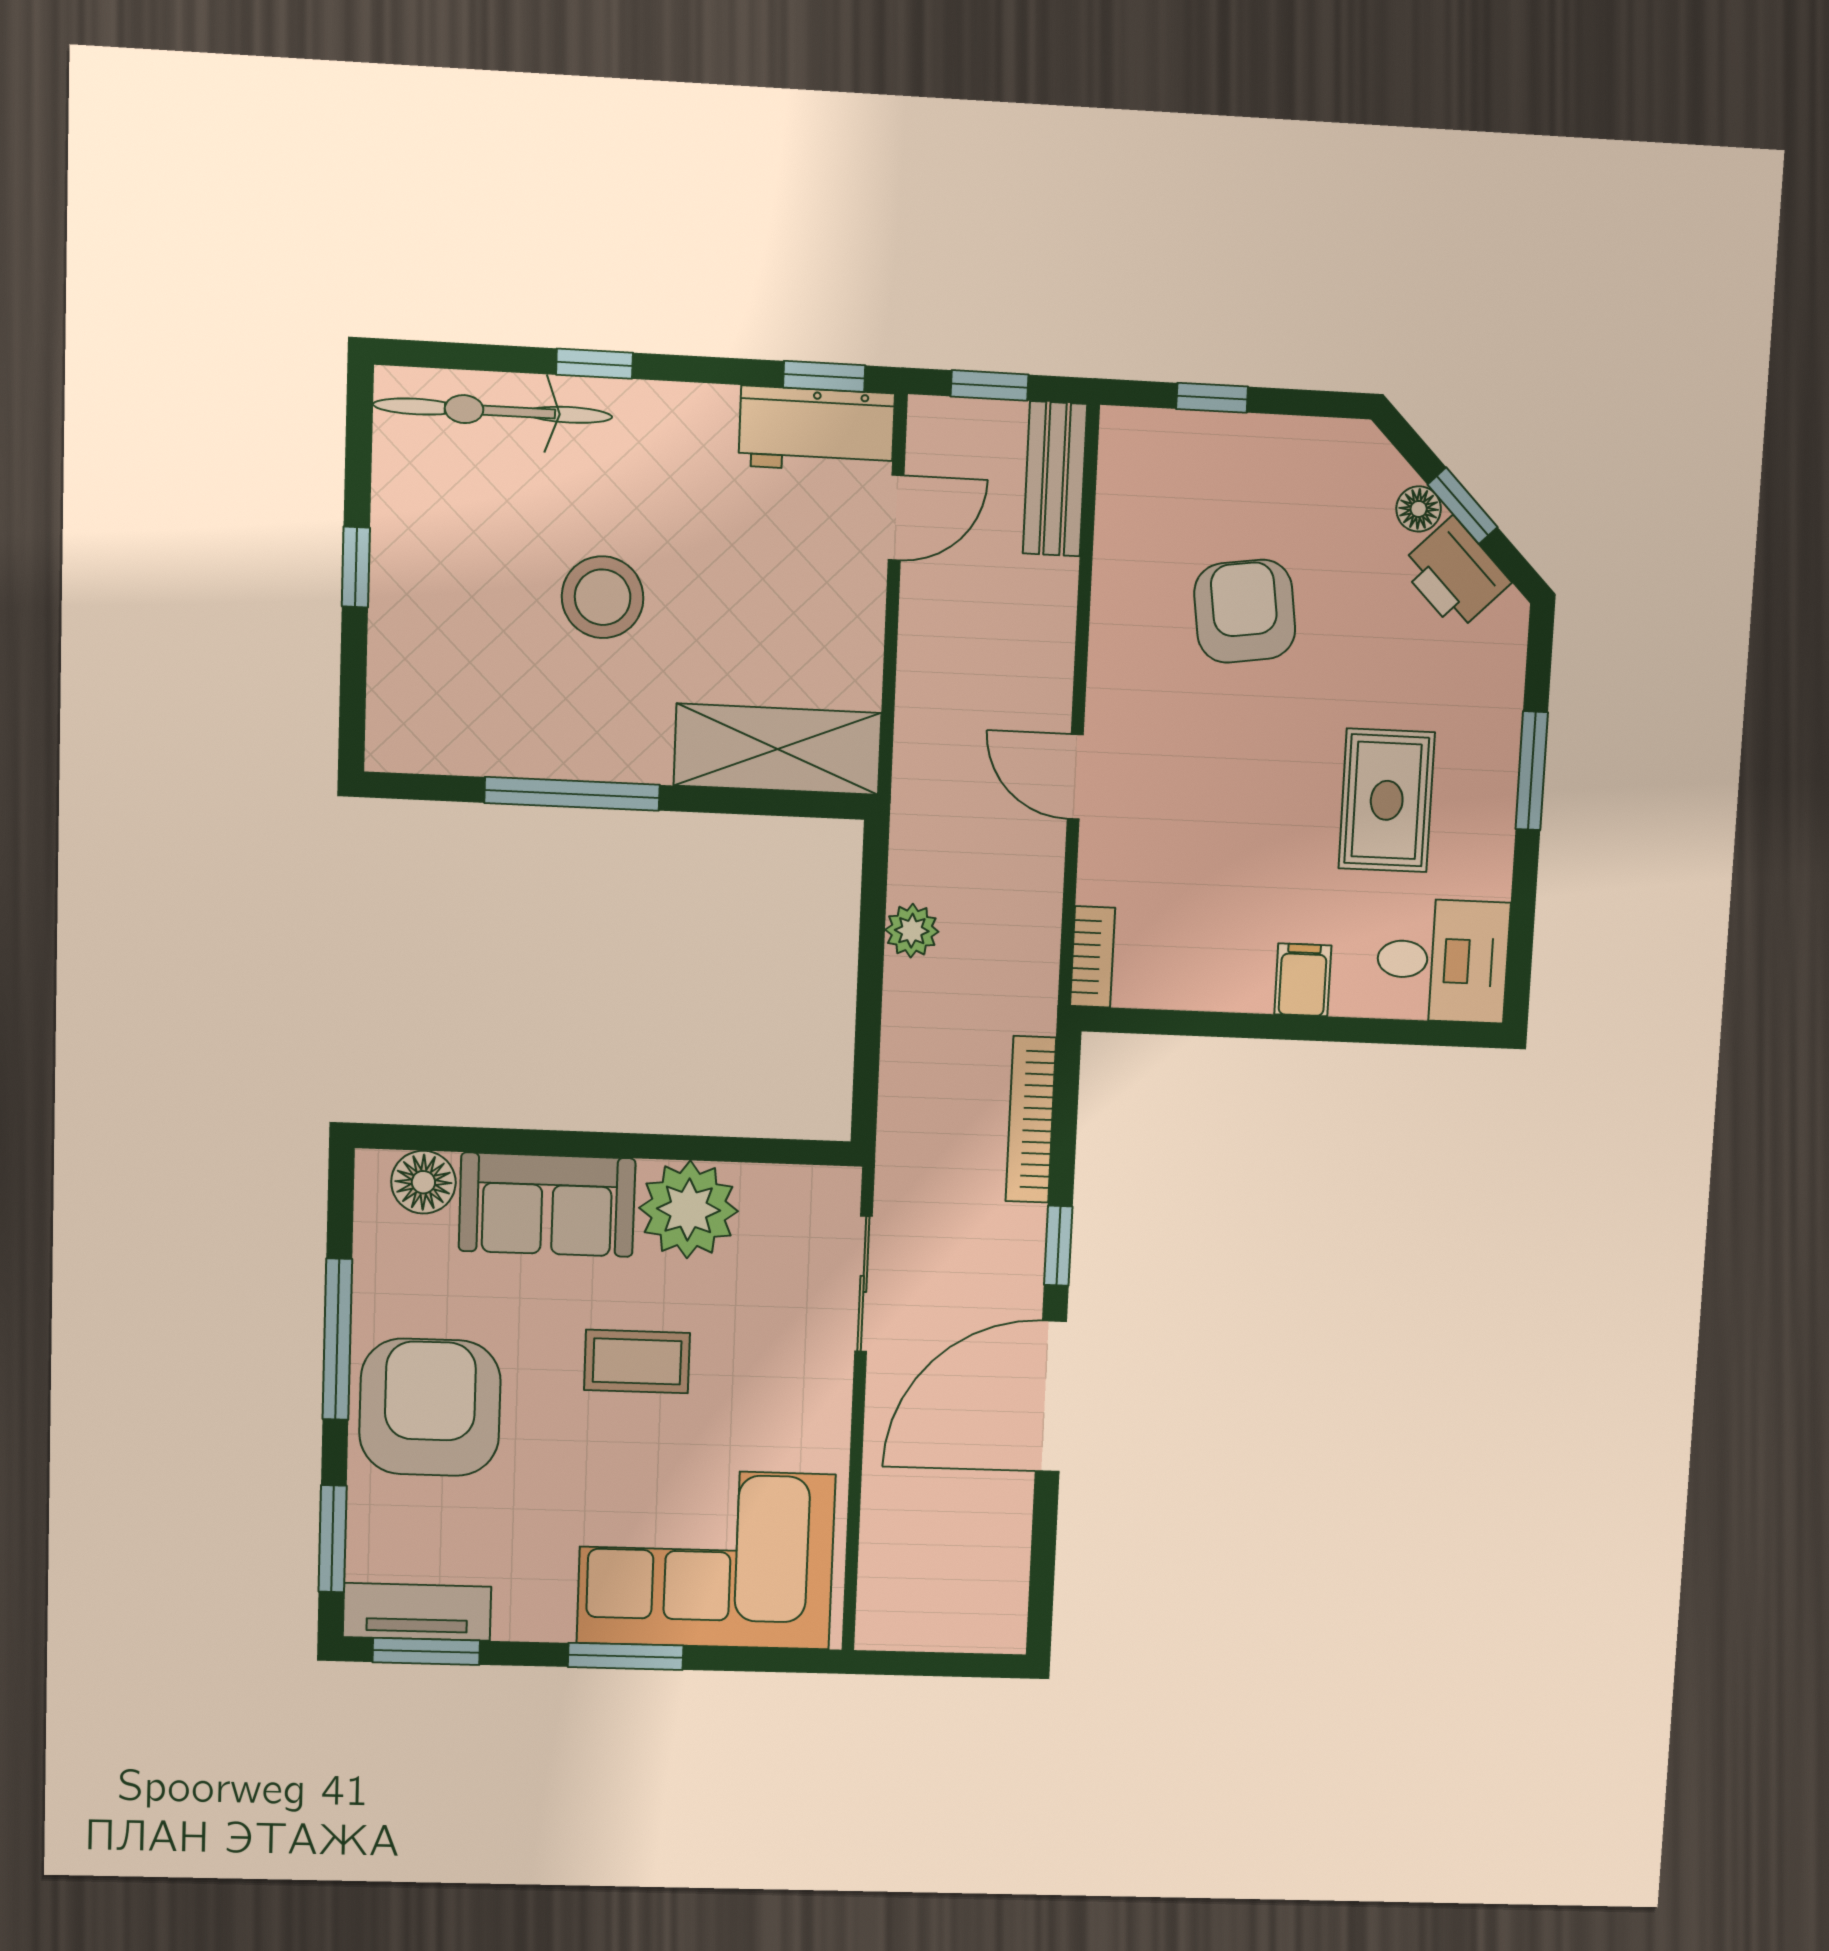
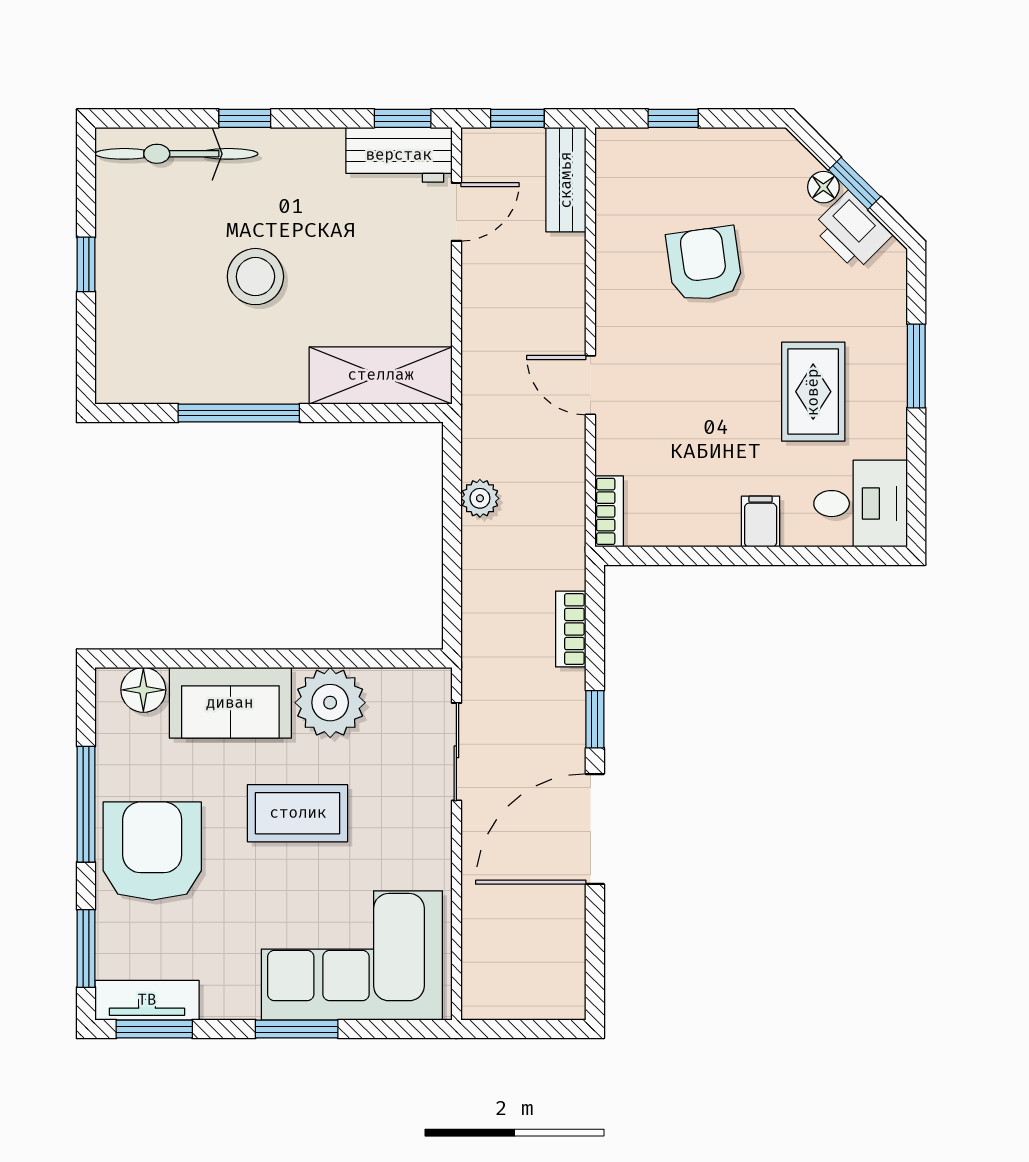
bookcase: (1031, 1119) -> (571, 629), width x0.64
coffee table: (637, 1361) -> (298, 813), width x1.36, depth x1.30

